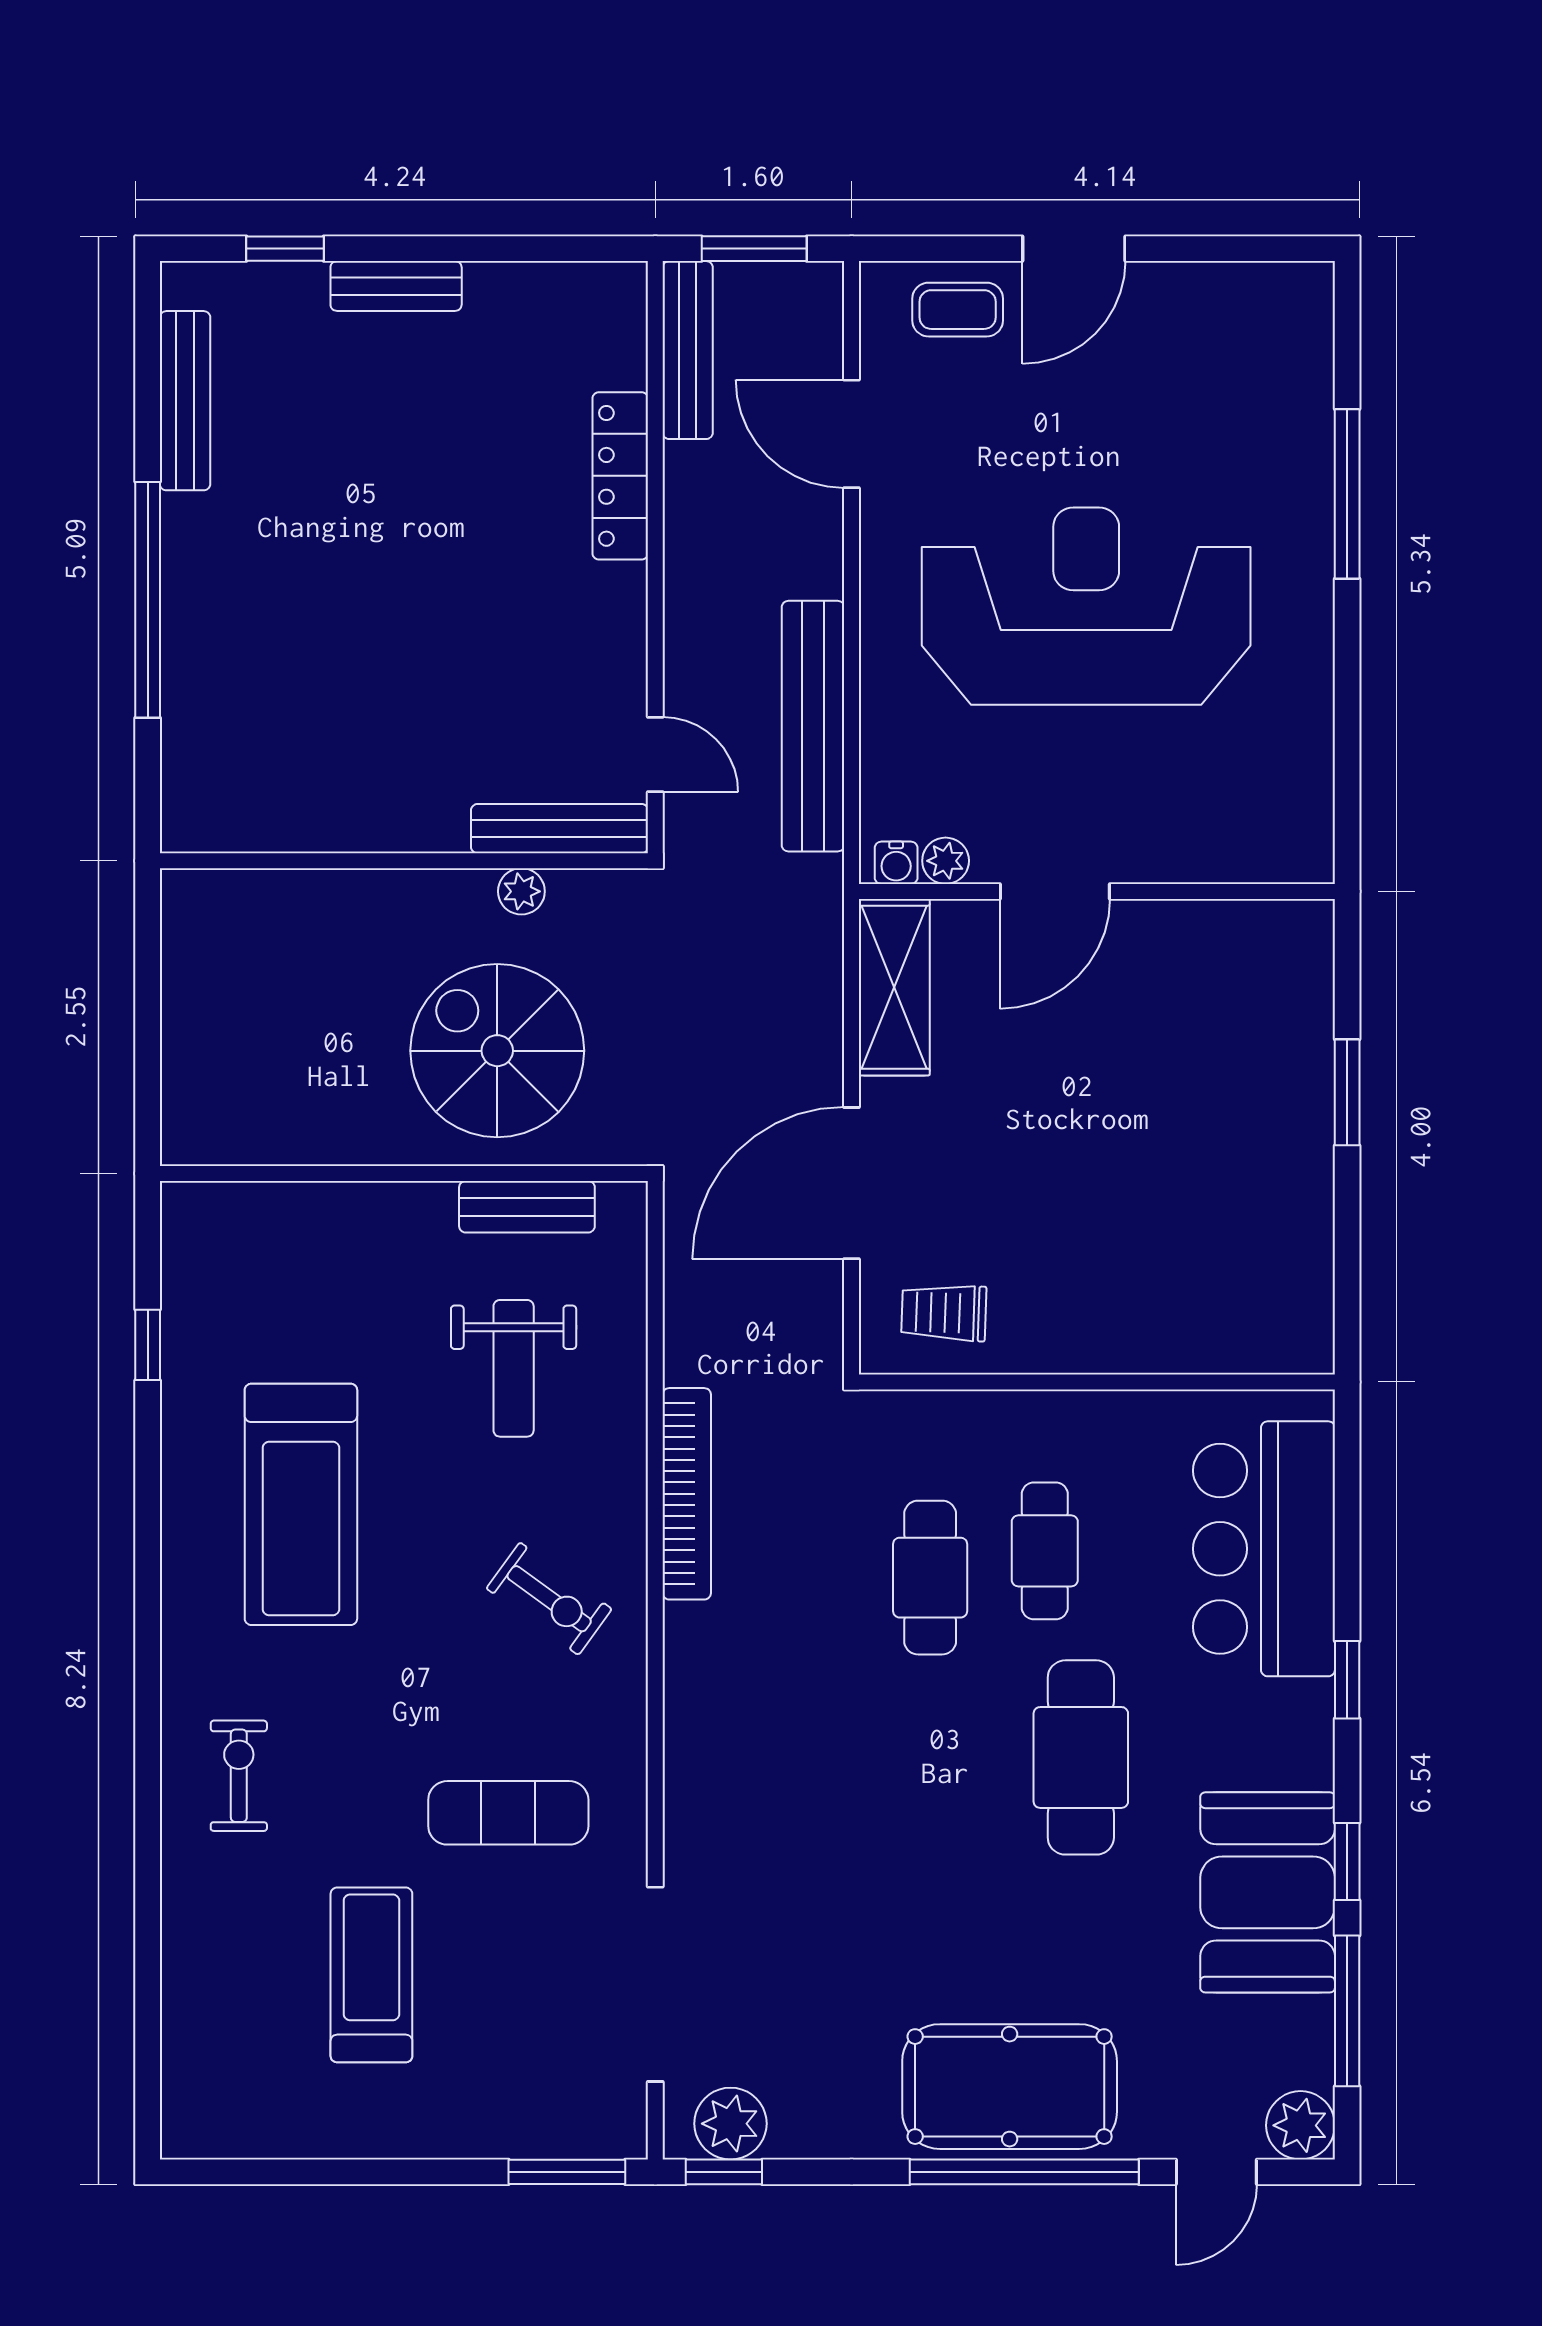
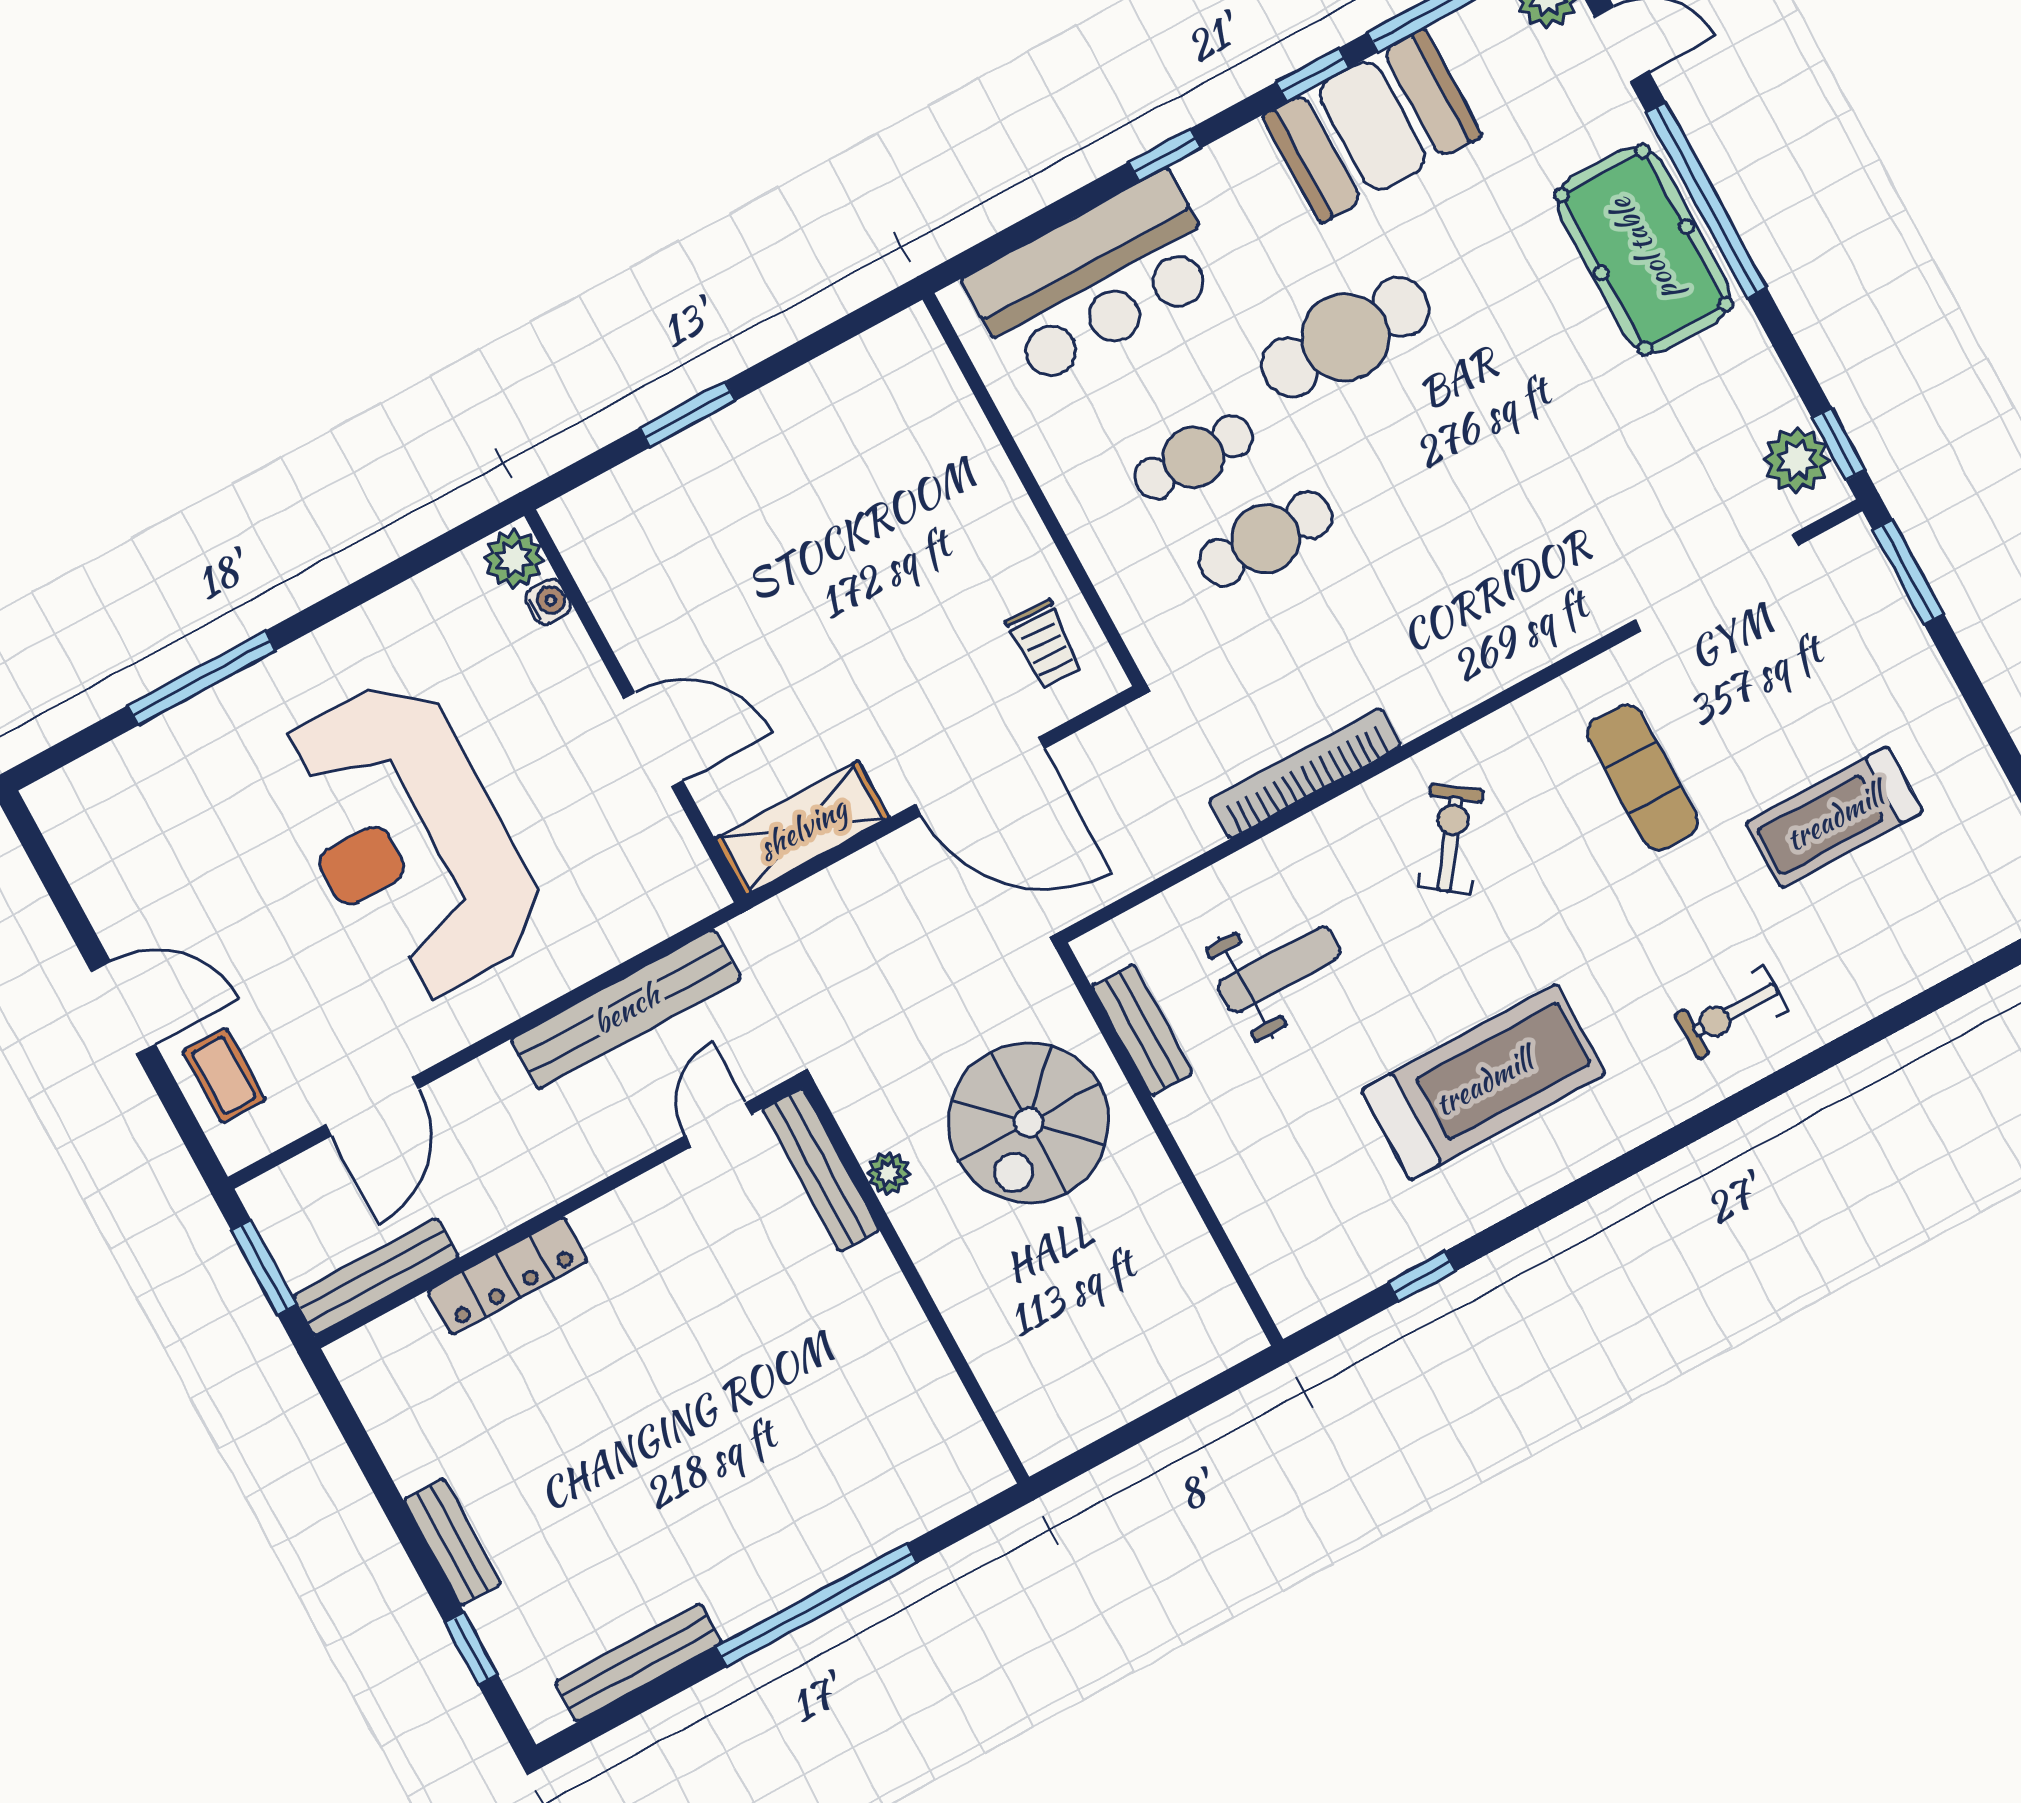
plant: (946, 861) -> (514, 559), moved, width x1.38, depth x1.38
water cooler: (896, 863) -> (548, 602), moved

